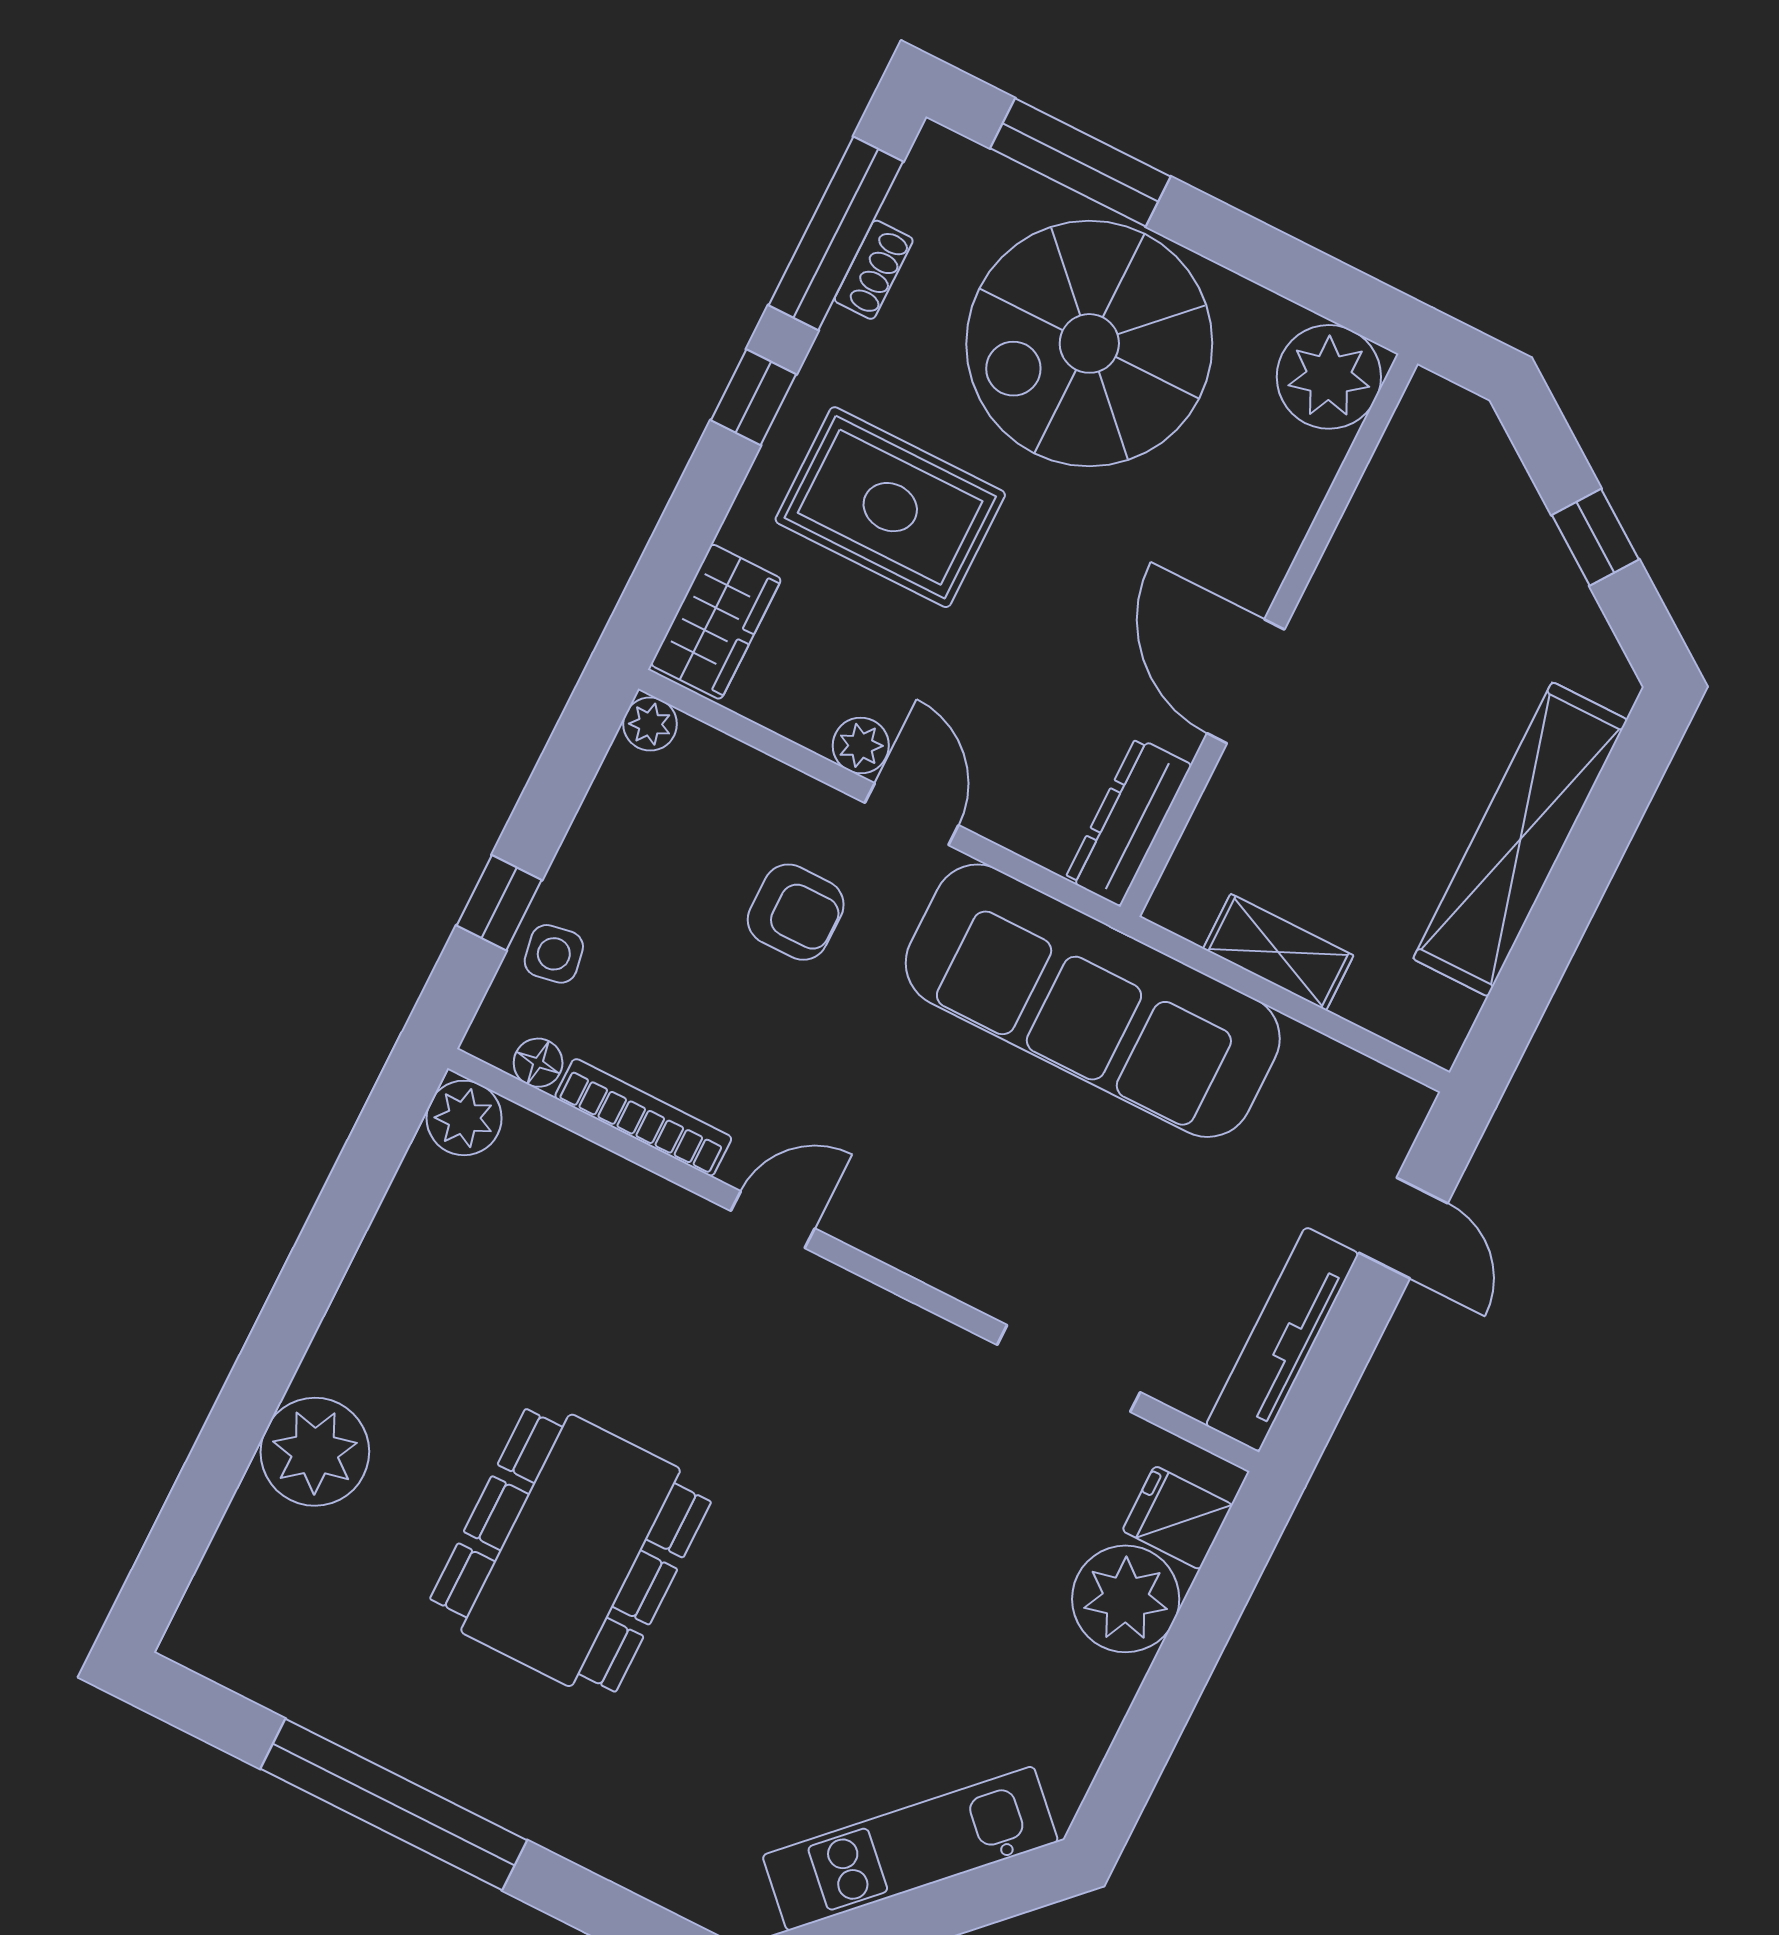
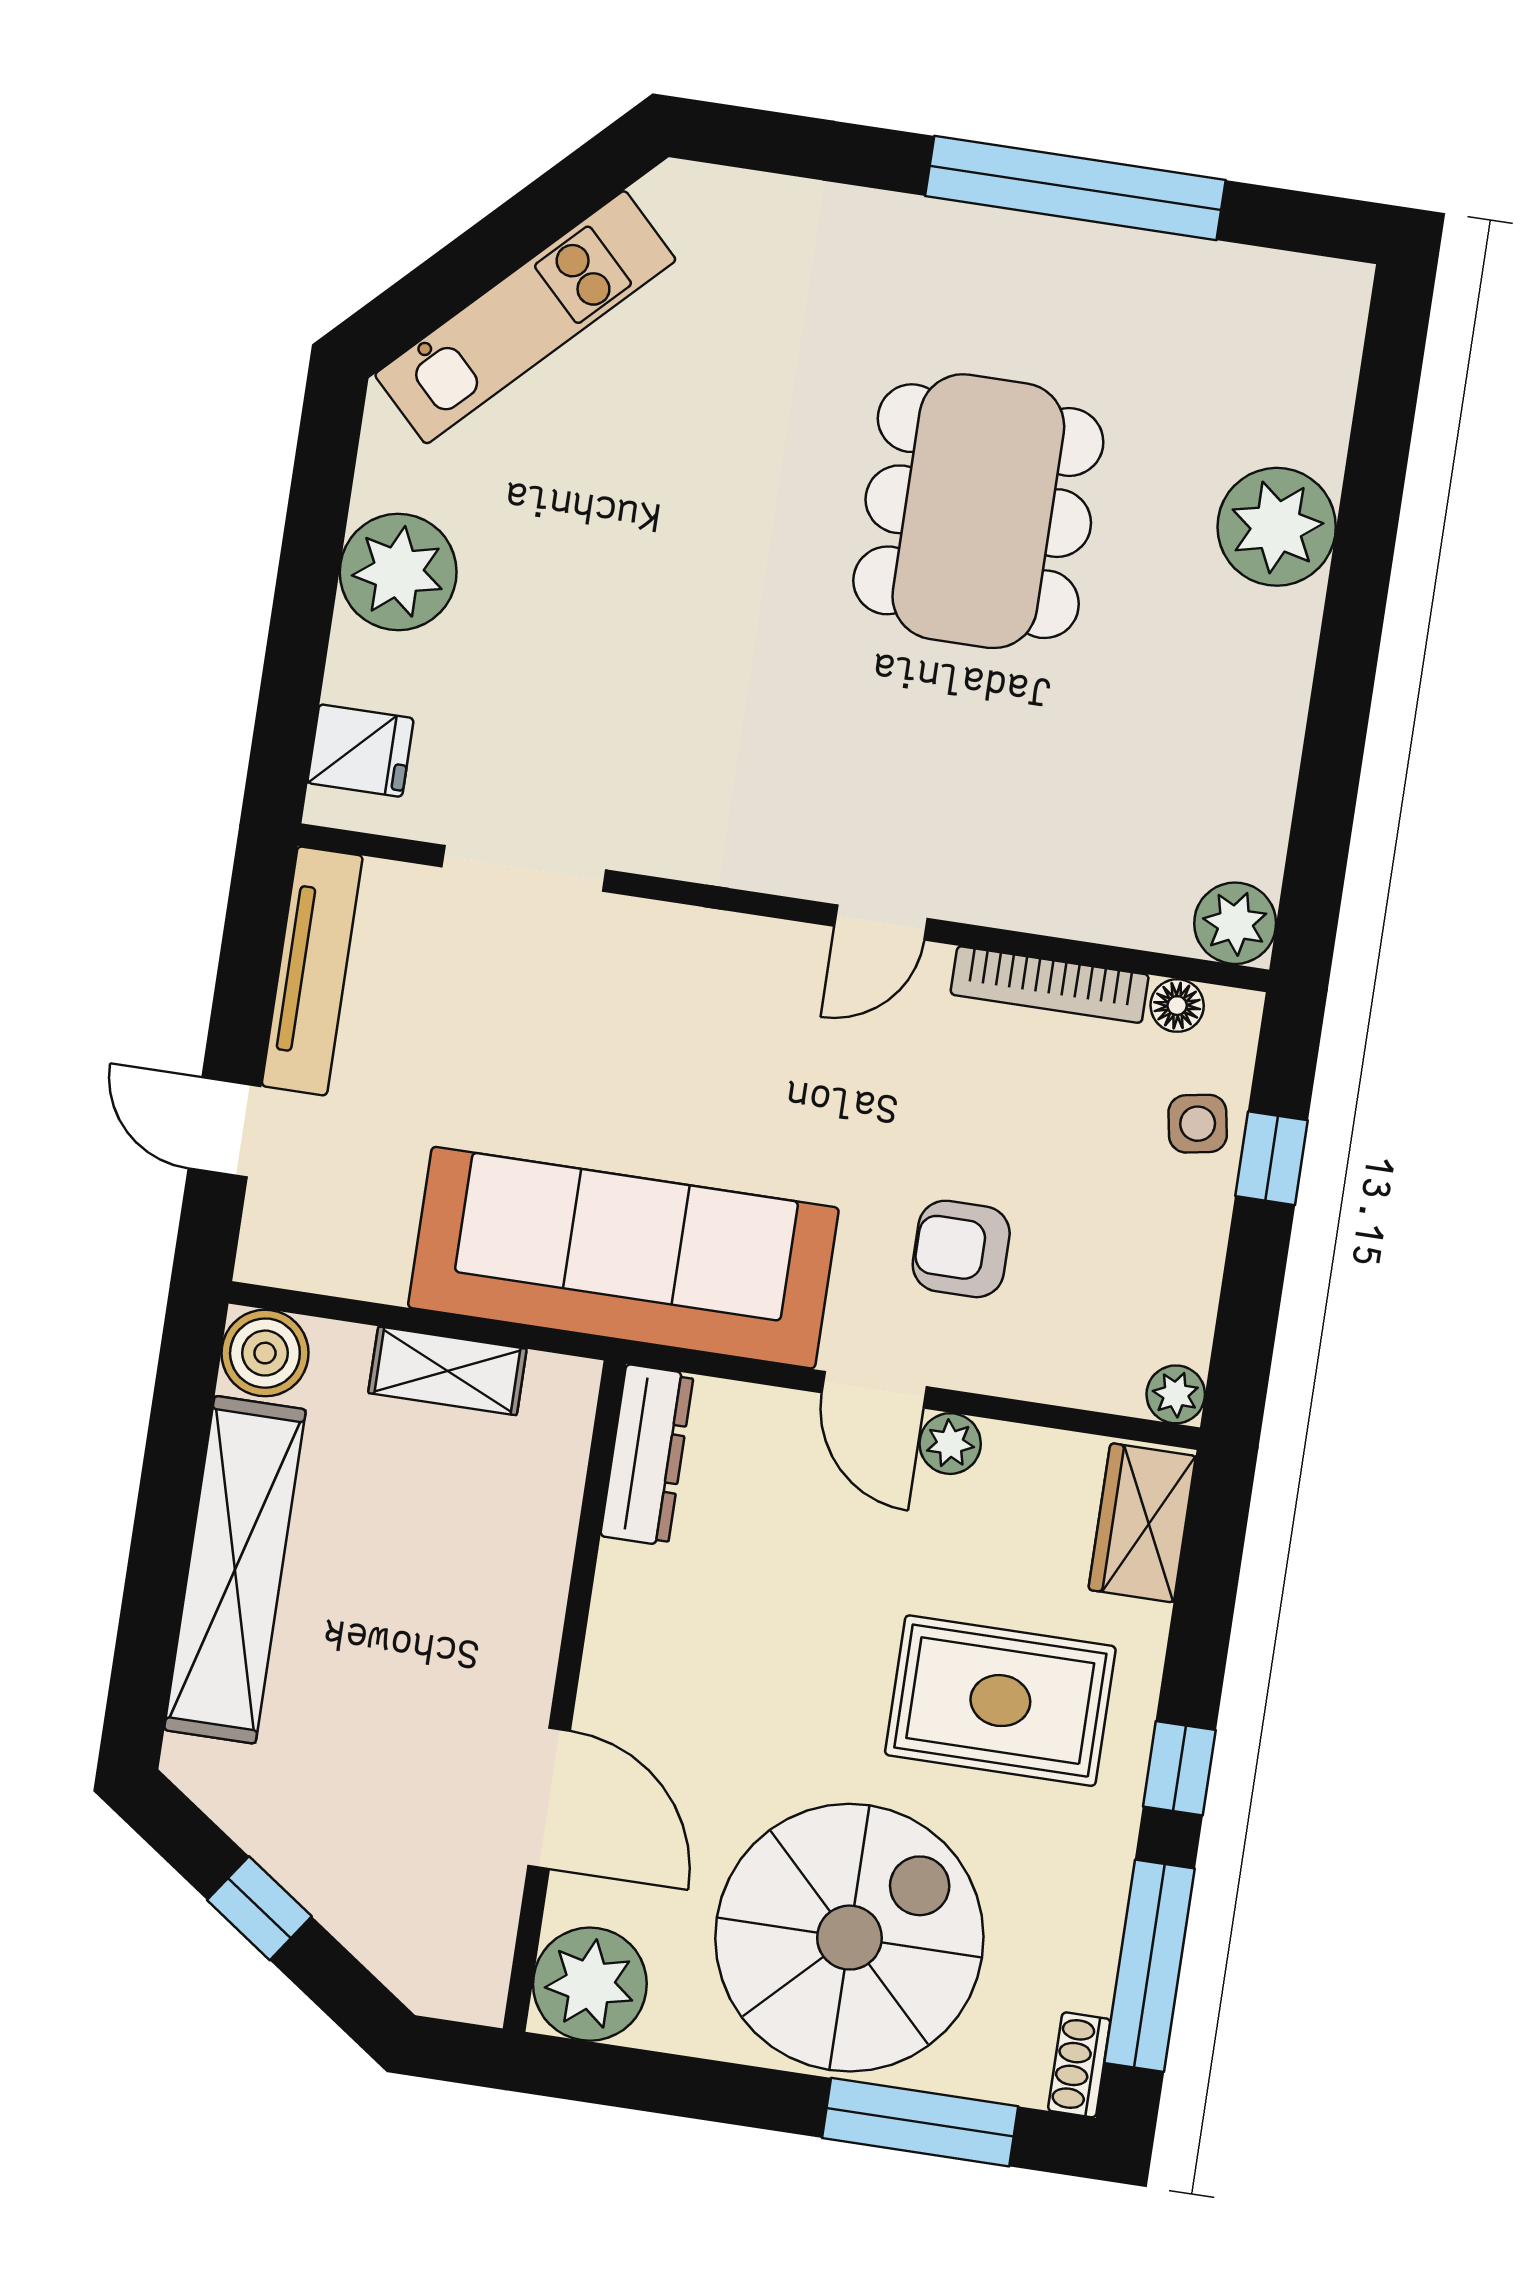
shoe rack: (874, 270) -> (1079, 2065), moved
door: (1246, 681) -> (549, 1798), moved
boiler: (1432, 1020) -> (265, 1353), added
plant: (1126, 1599) -> (398, 572), moved

